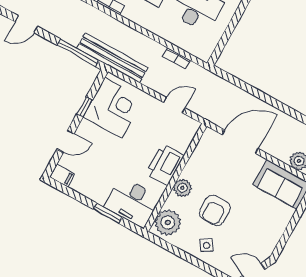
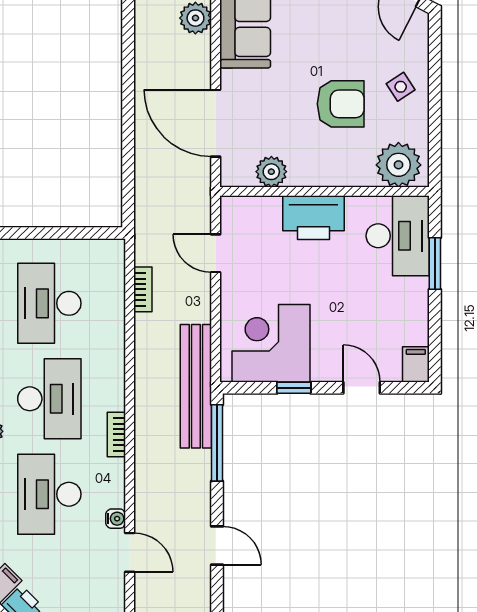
plant: (182, 188) -> (271, 172), moved

